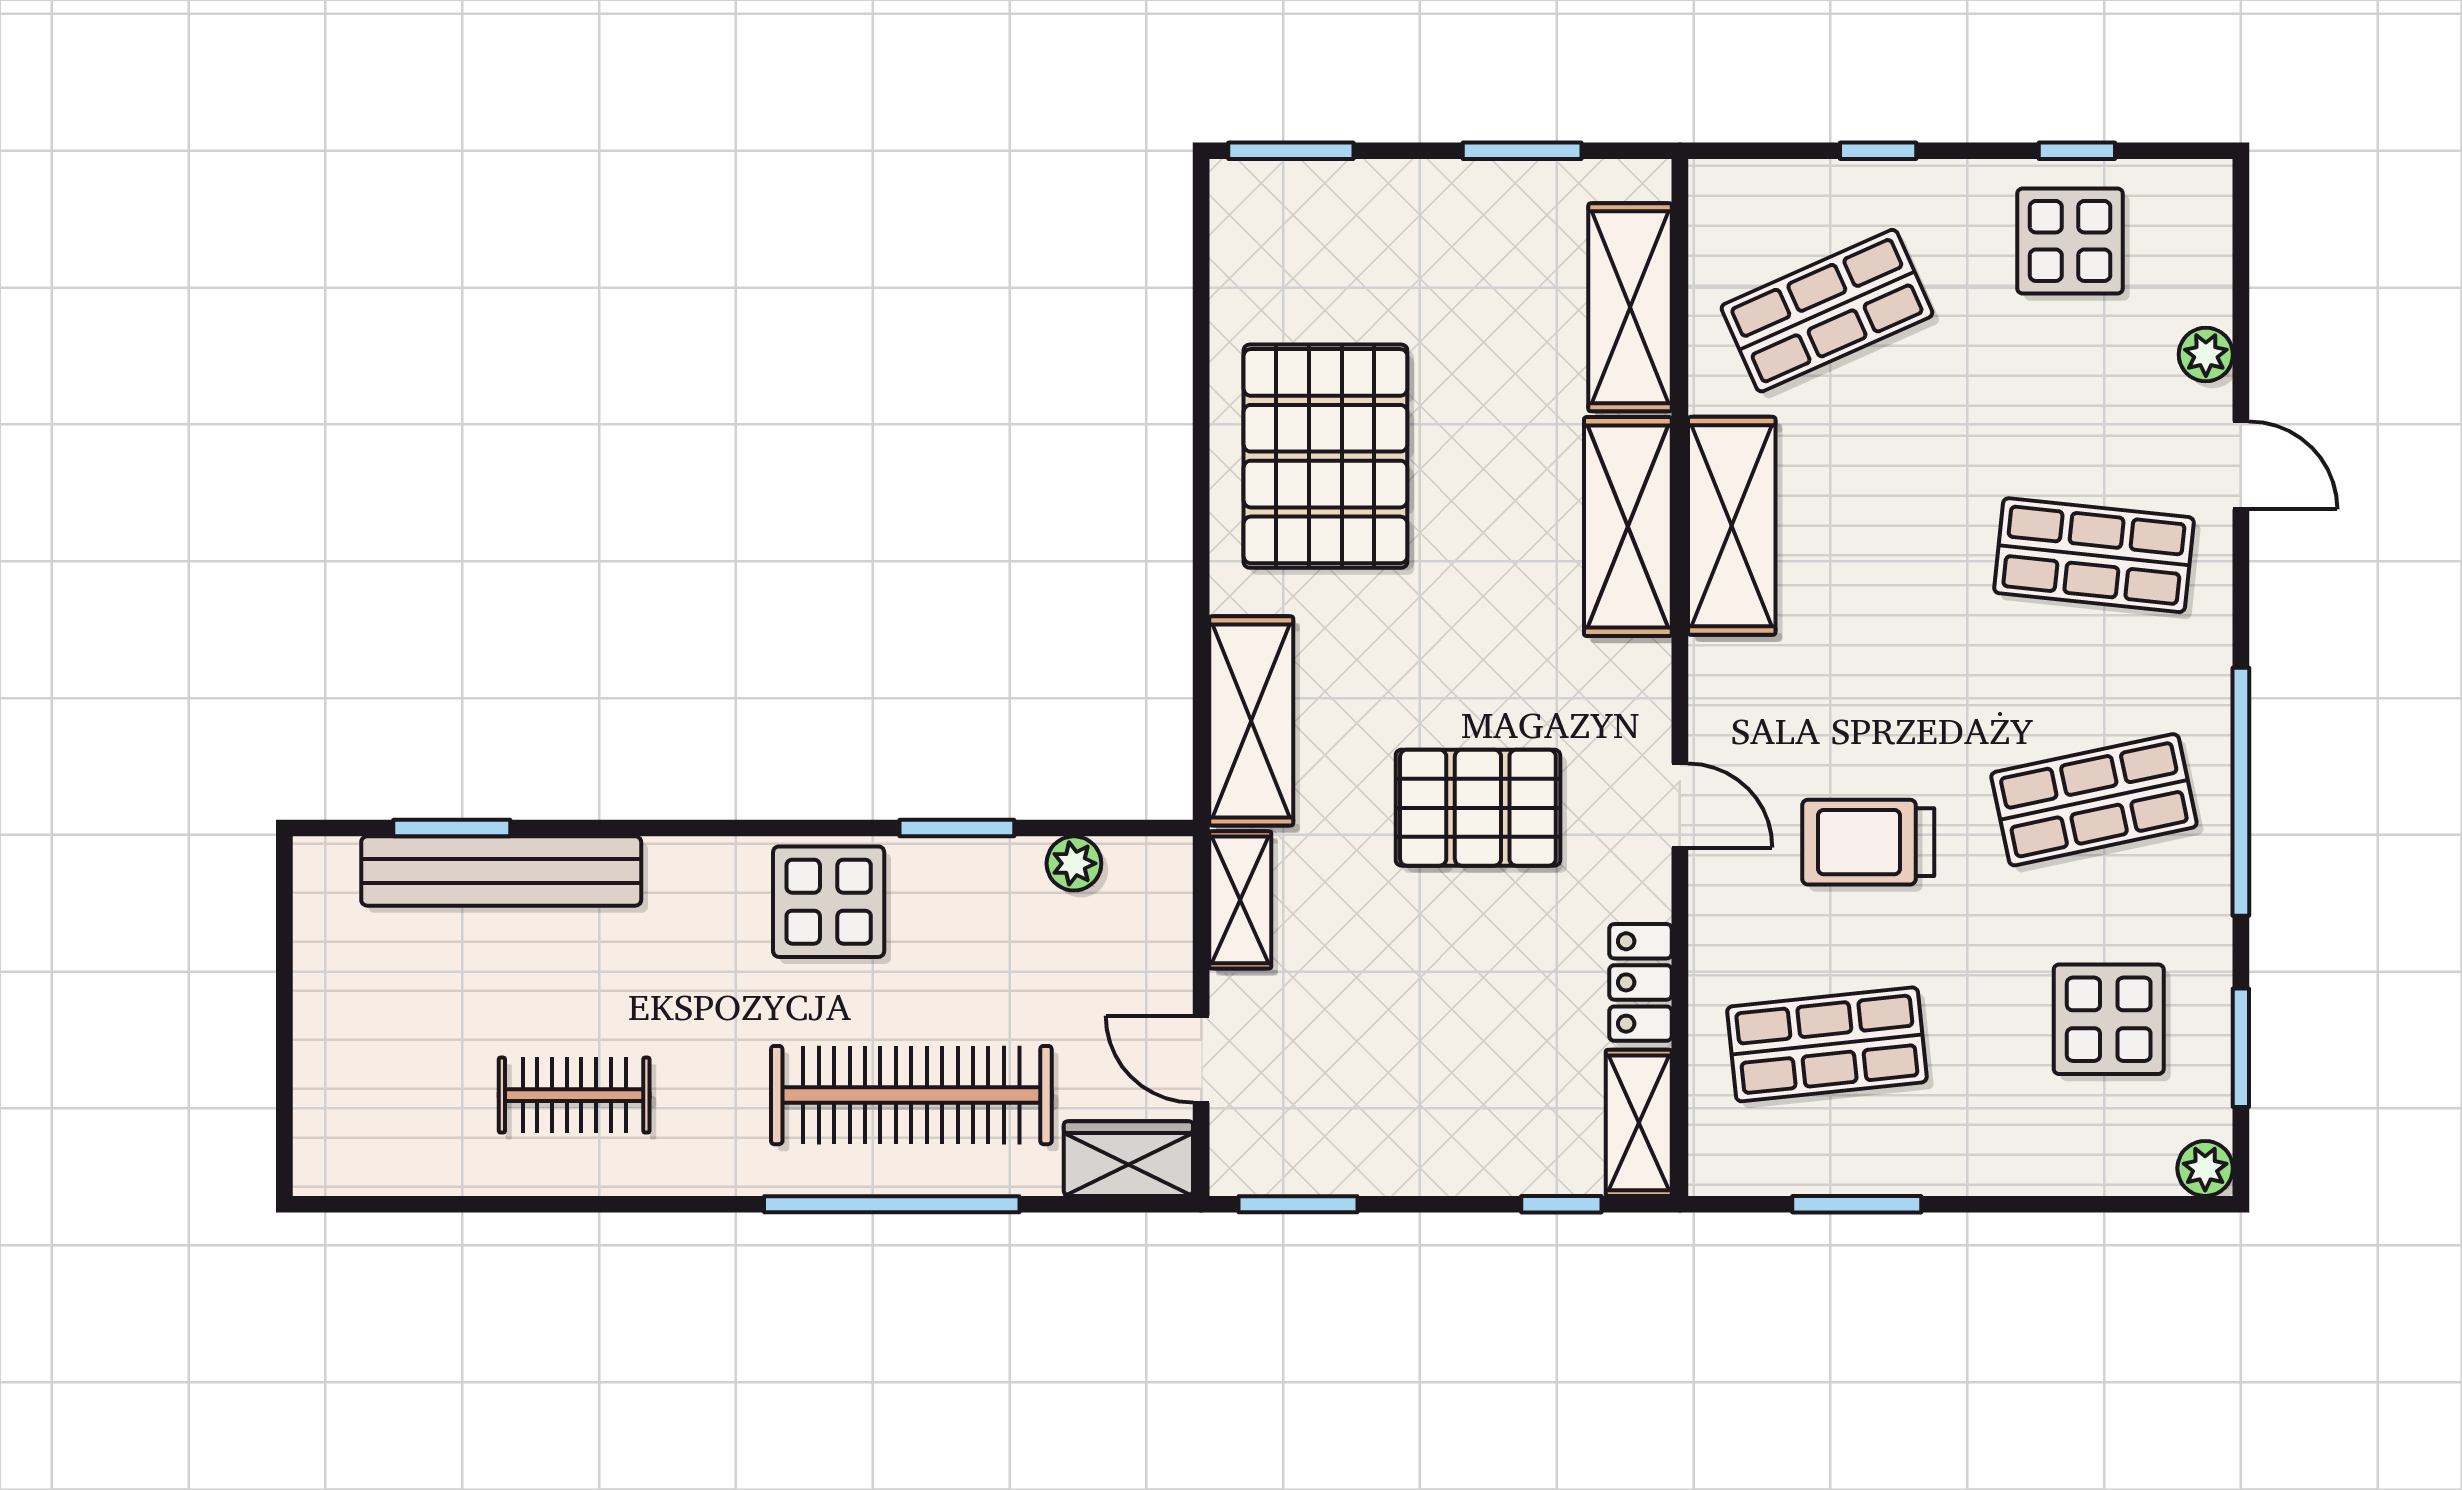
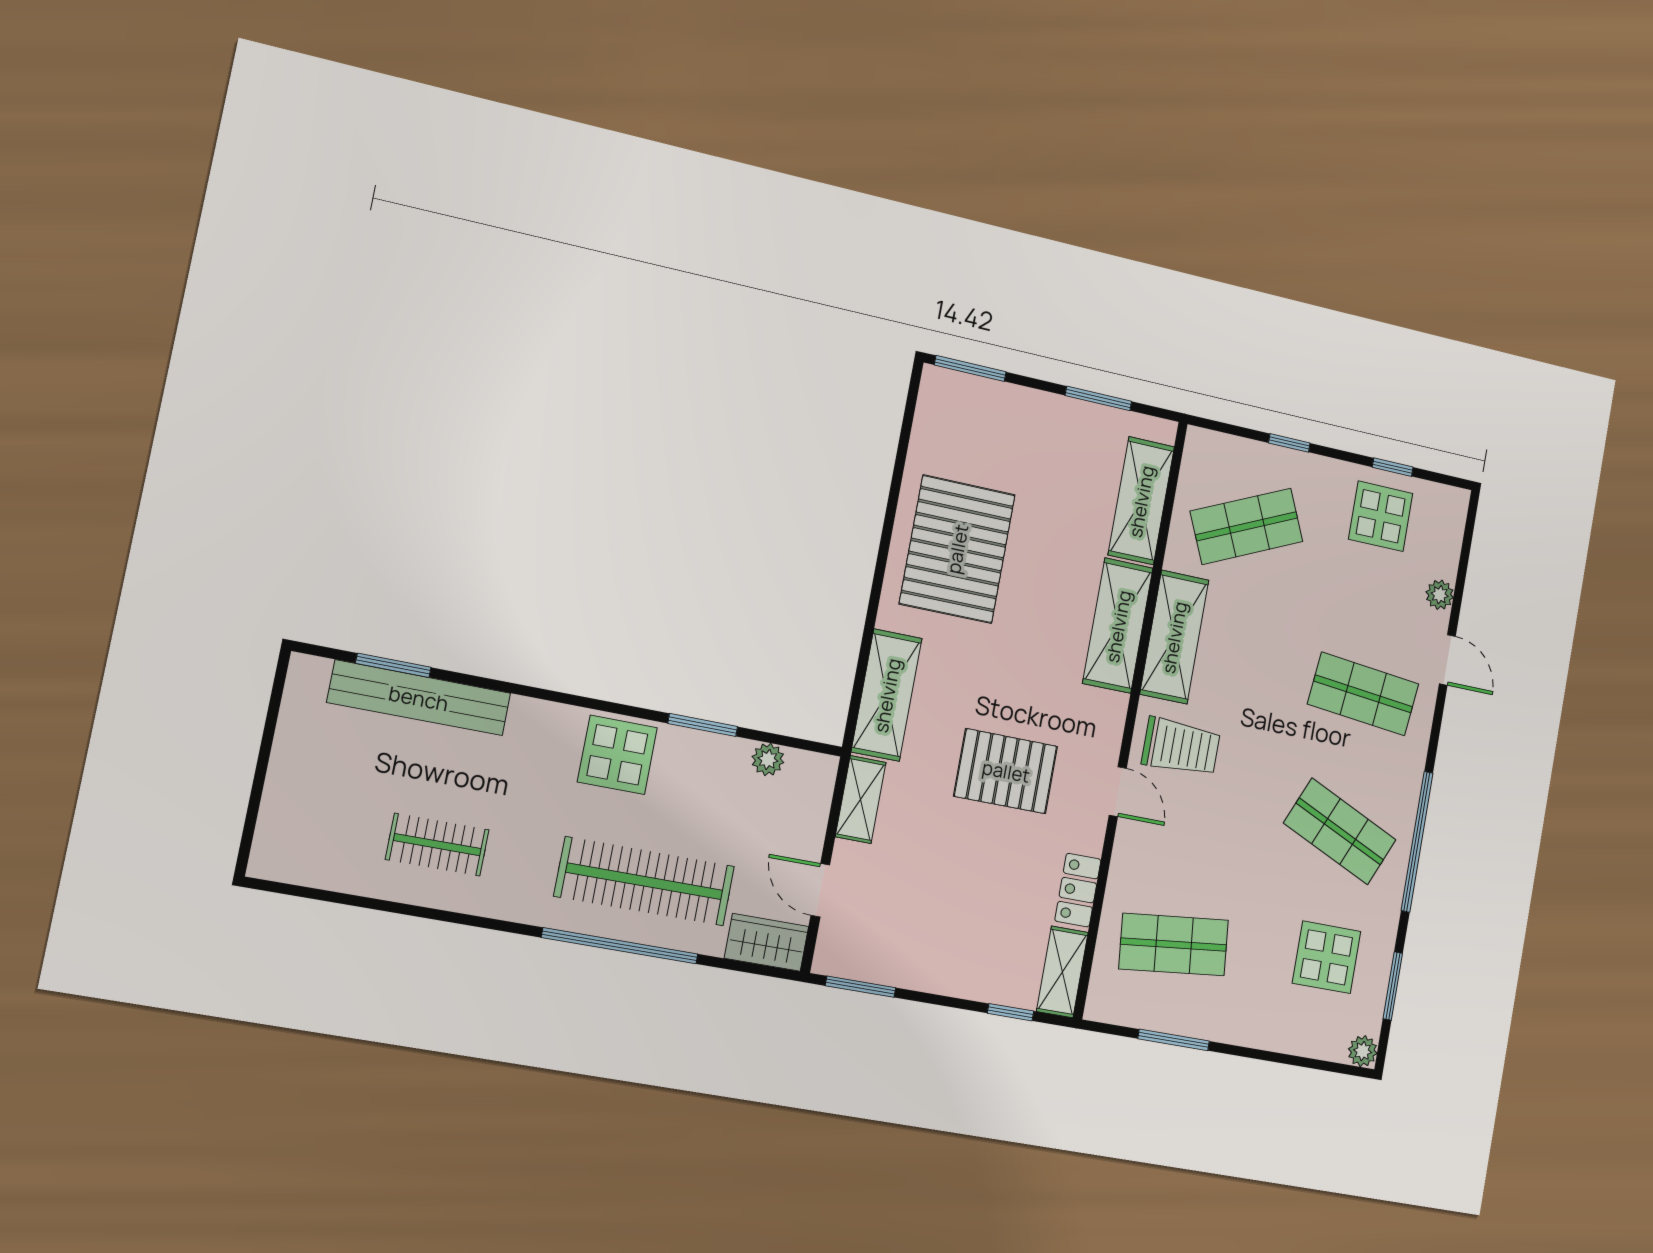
shop shelf: (2094, 800) -> (1340, 831), turned 36
trolley: (1868, 842) -> (1181, 747), moved, turned 180

